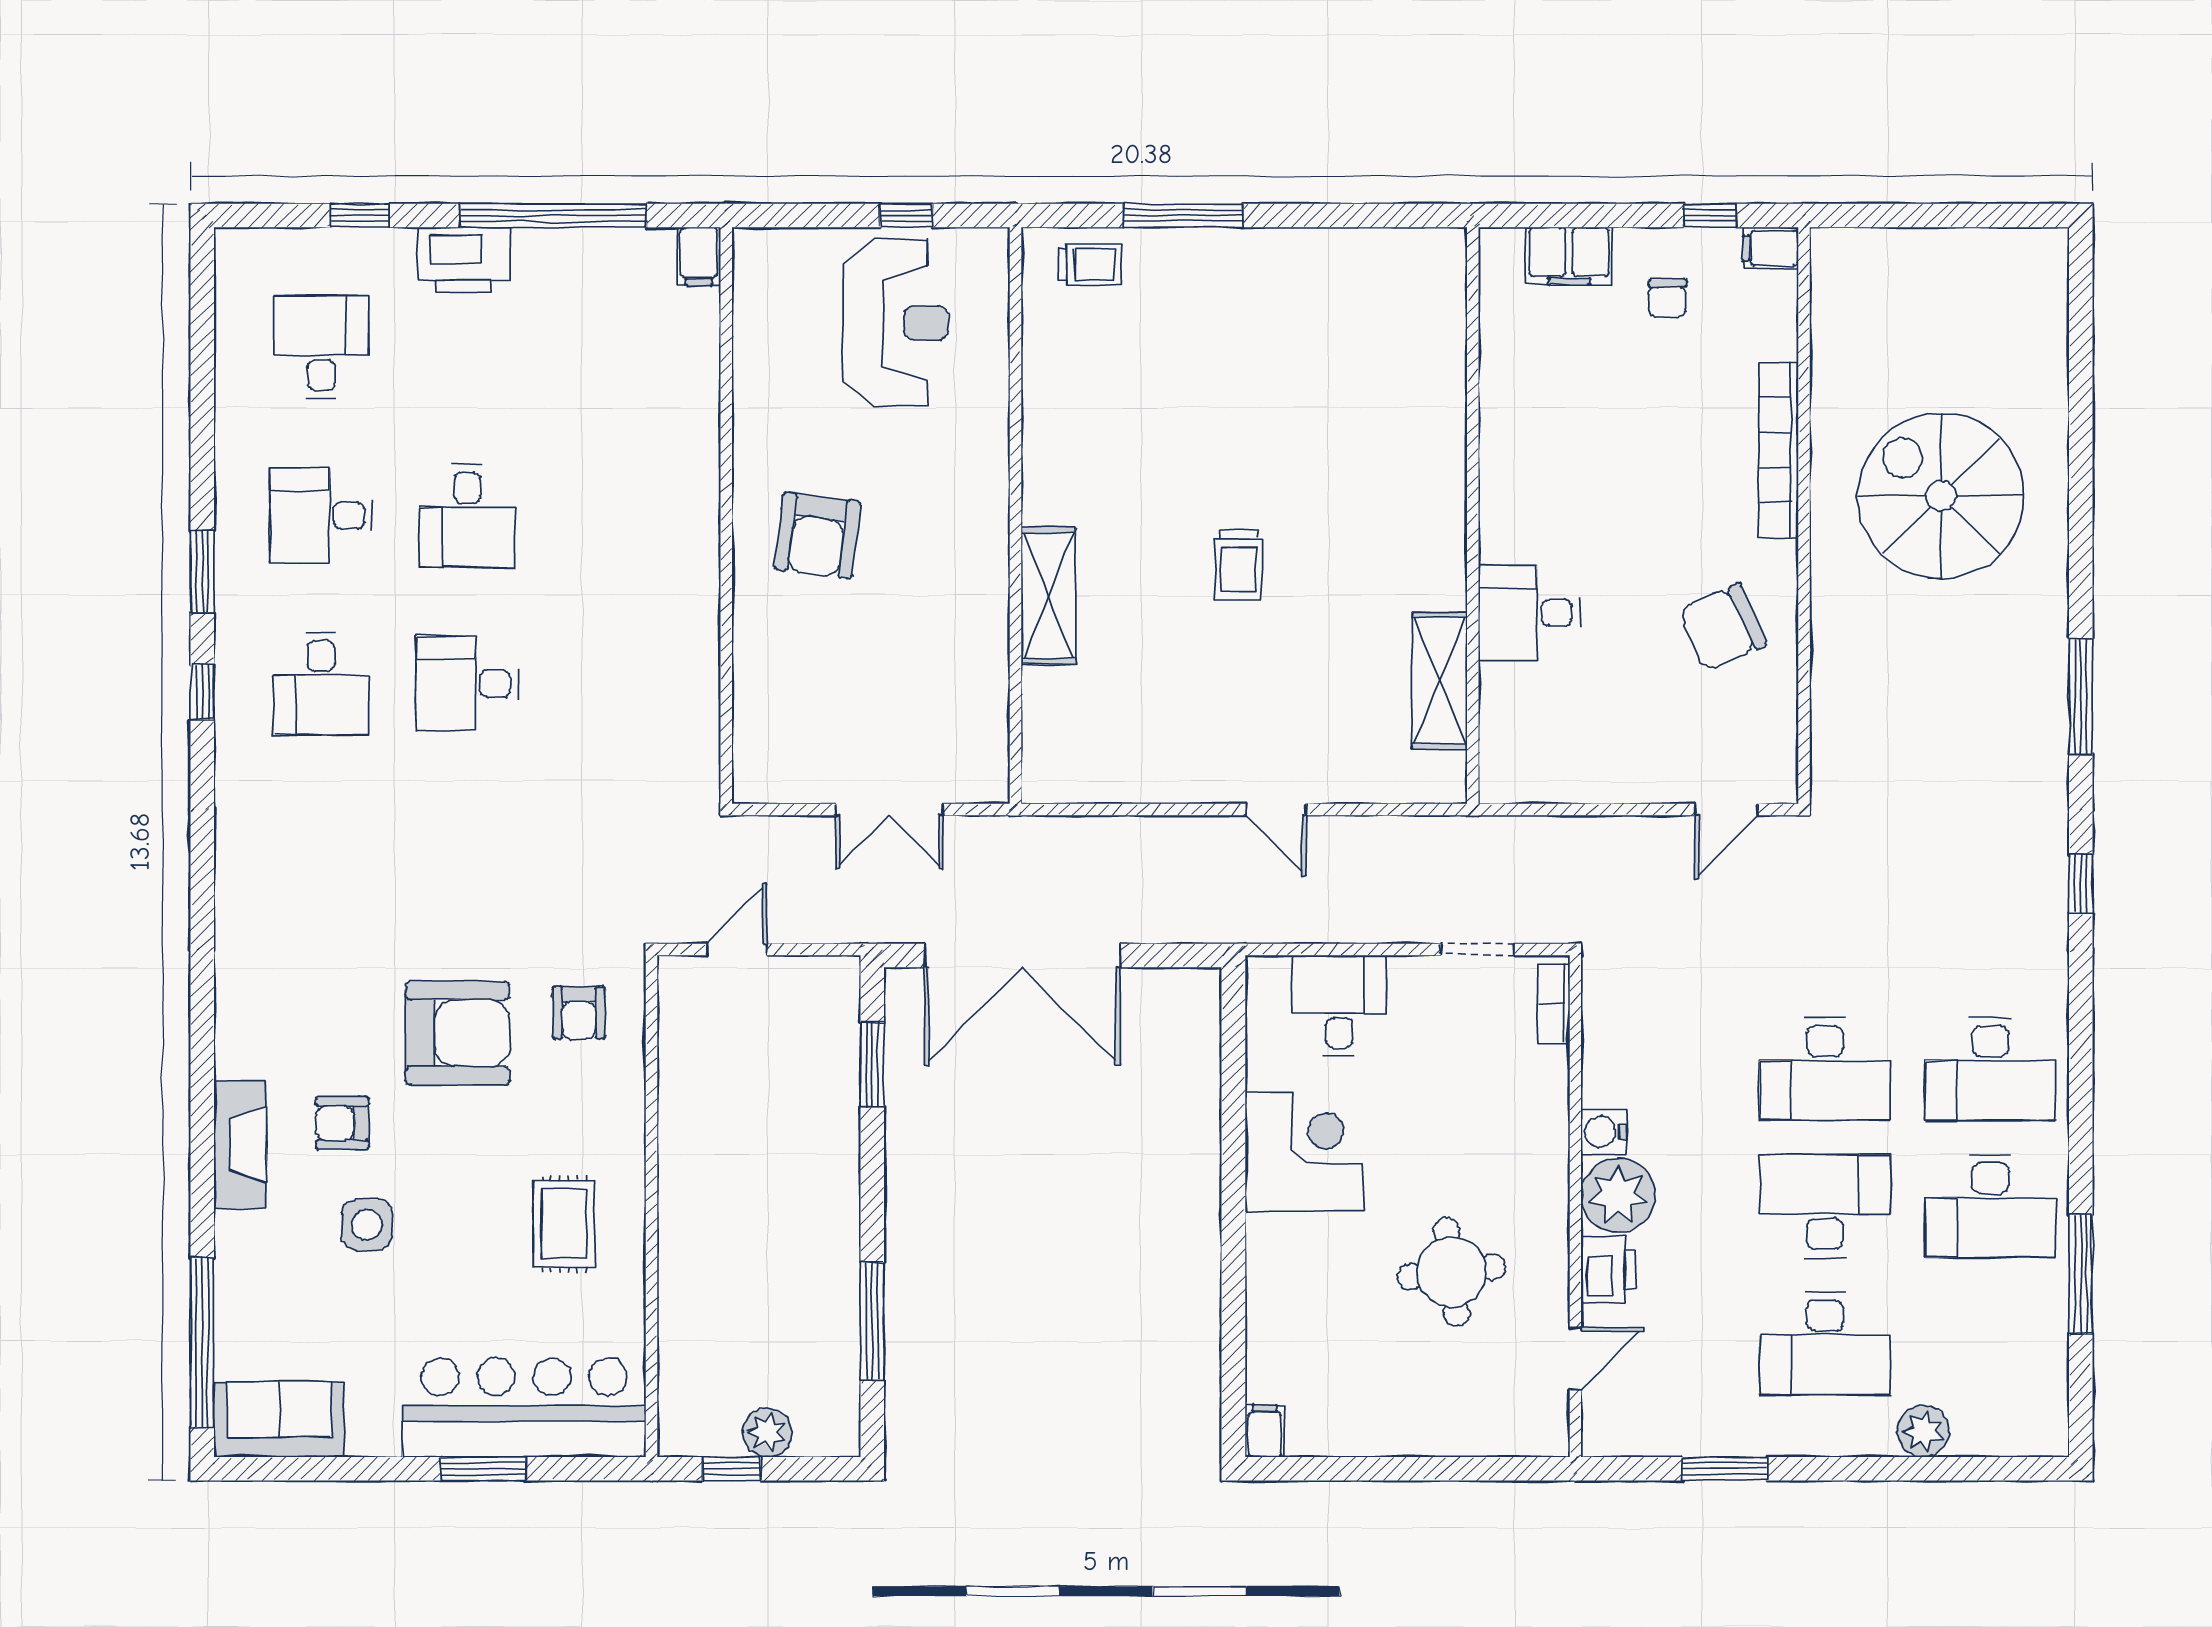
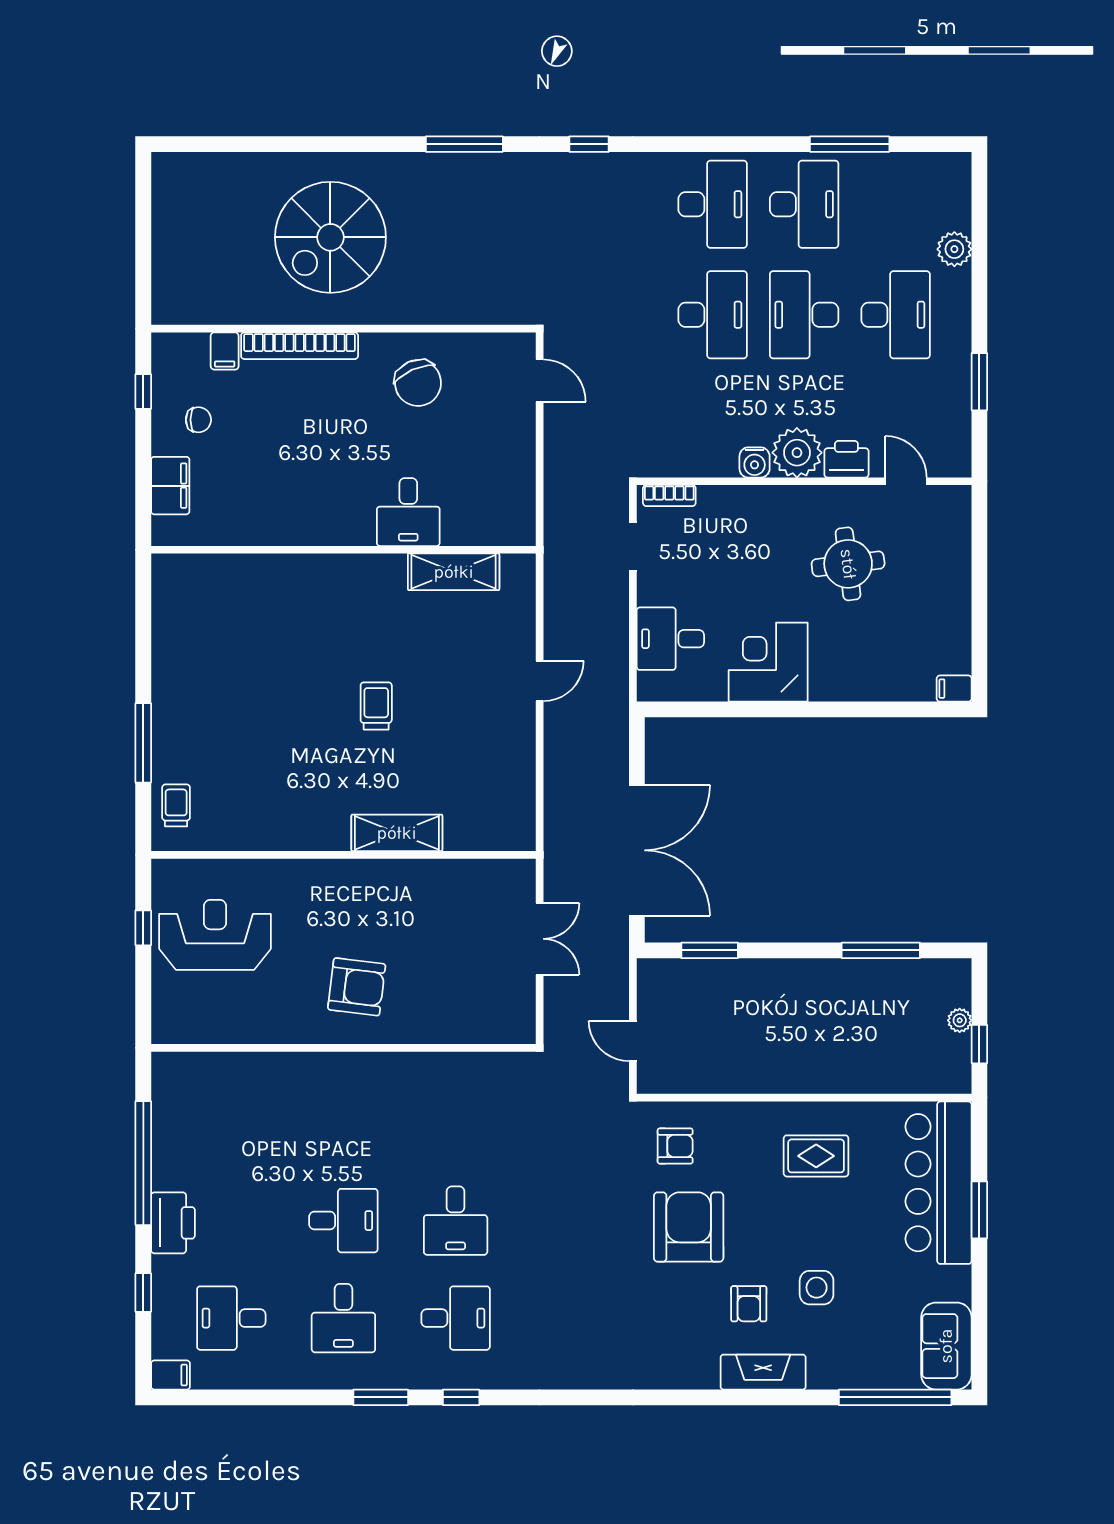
filing cabinet: (1771, 248) -> (225, 351), moved
filing cabinet: (699, 256) -> (170, 1375), moved
trolley: (1239, 565) -> (376, 706), turned -90
plant: (767, 1432) -> (960, 1020), width x0.73, depth x0.73

